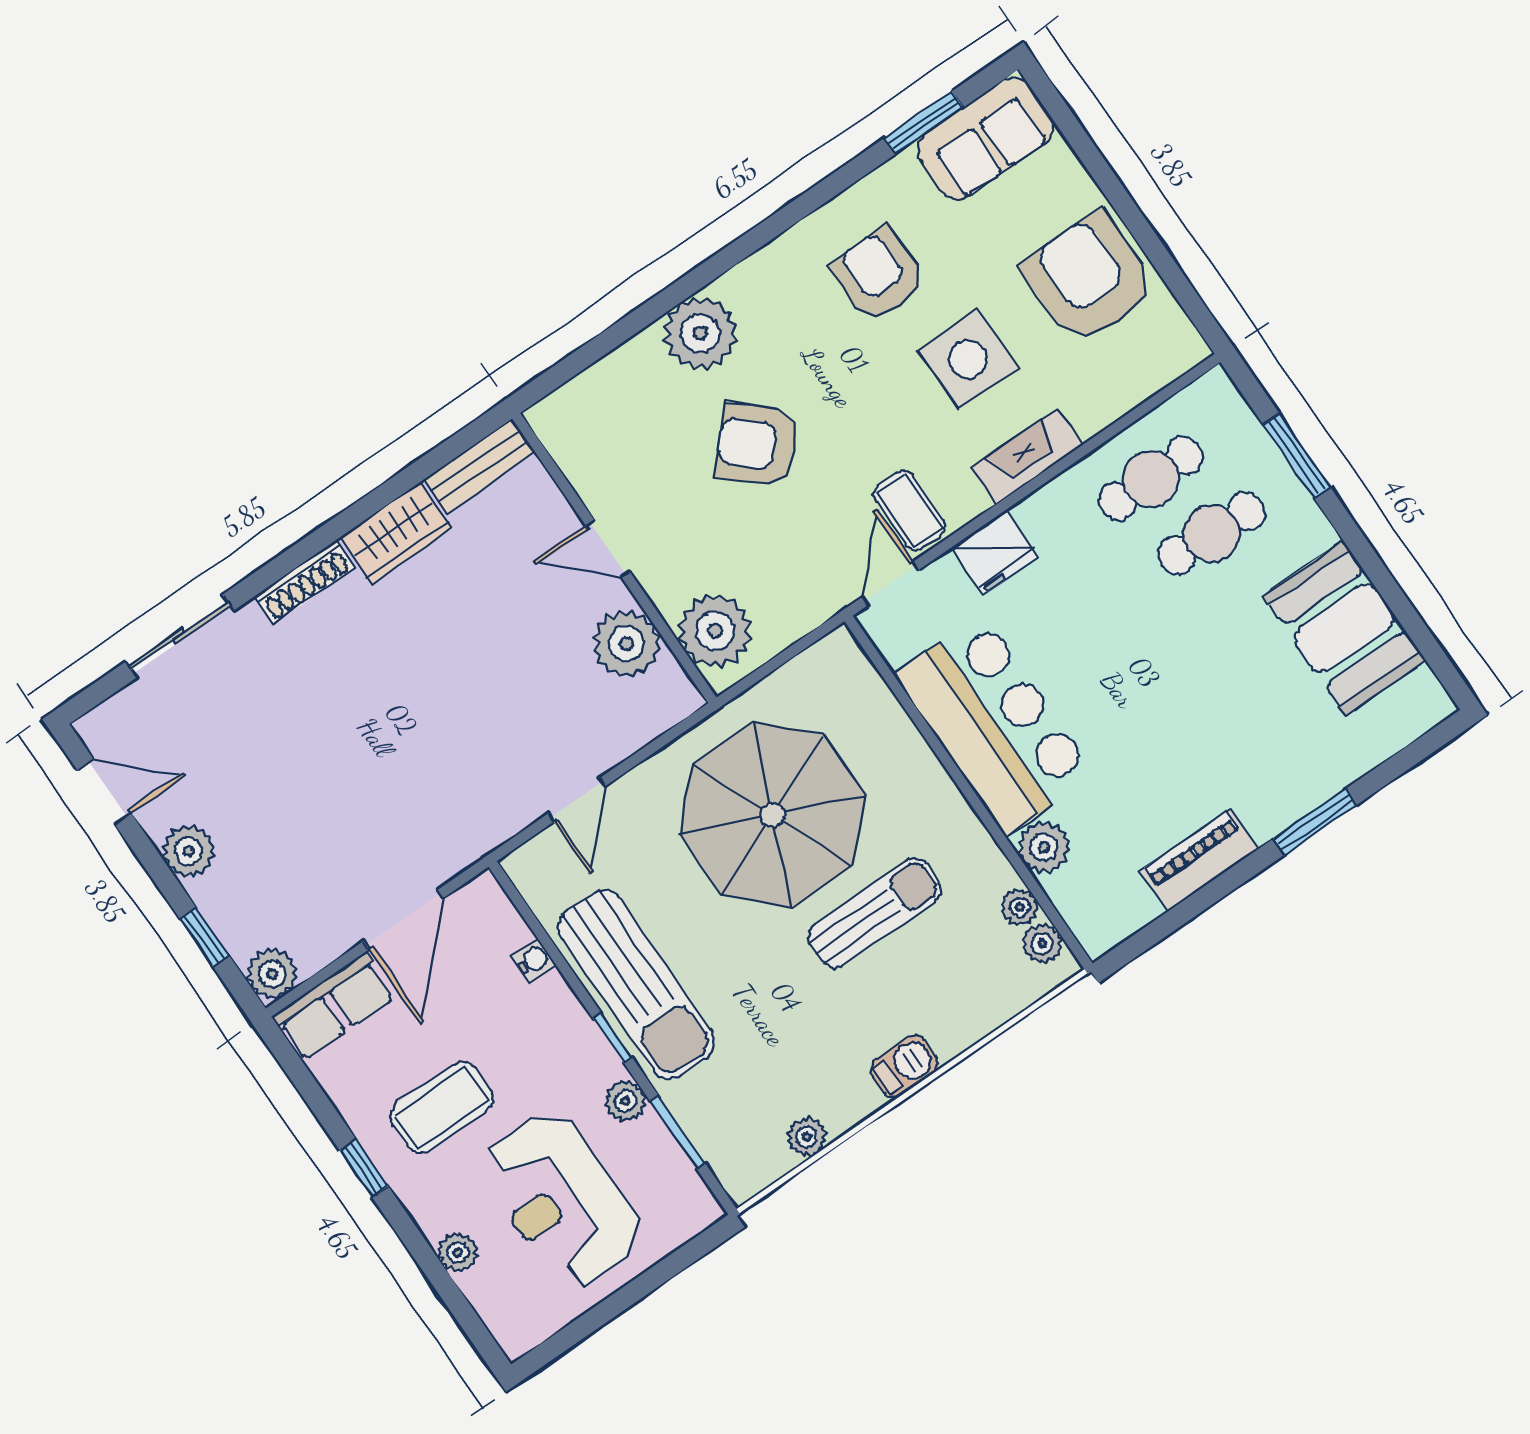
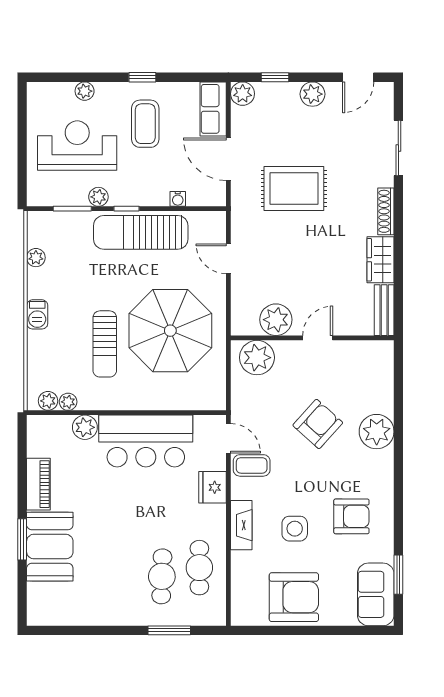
side table: (968, 359) -> (295, 529), width x0.73, depth x0.73
booth: (1344, 628) -> (50, 547), moved, turned 90
rug: (376, 770) -> (294, 189), added

